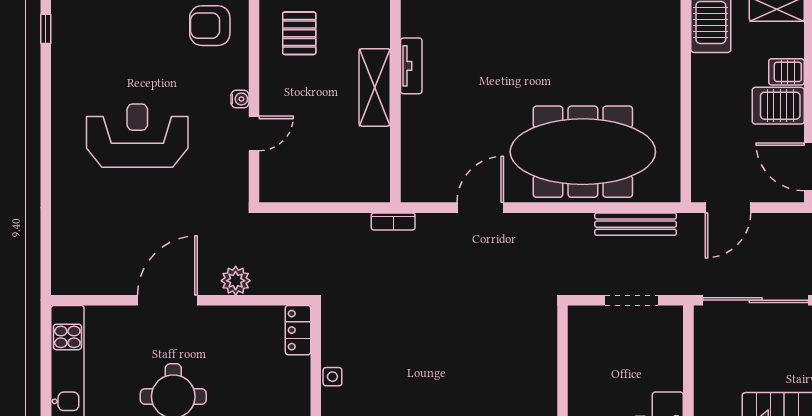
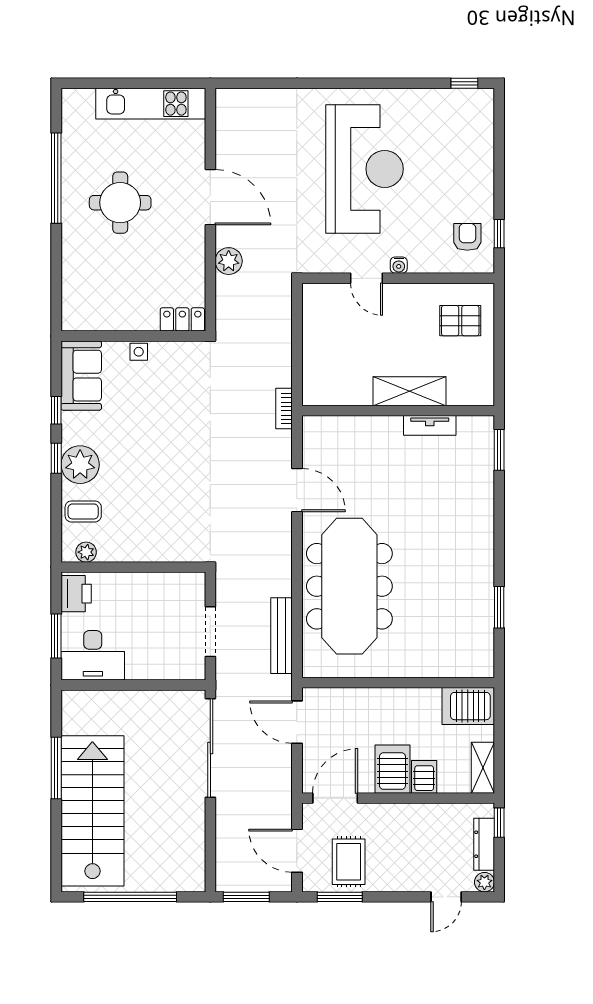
armchair: (210, 26) -> (467, 237), width x0.72, depth x0.72
reception desk: (137, 136) -> (364, 169), width x1.36, depth x1.30

